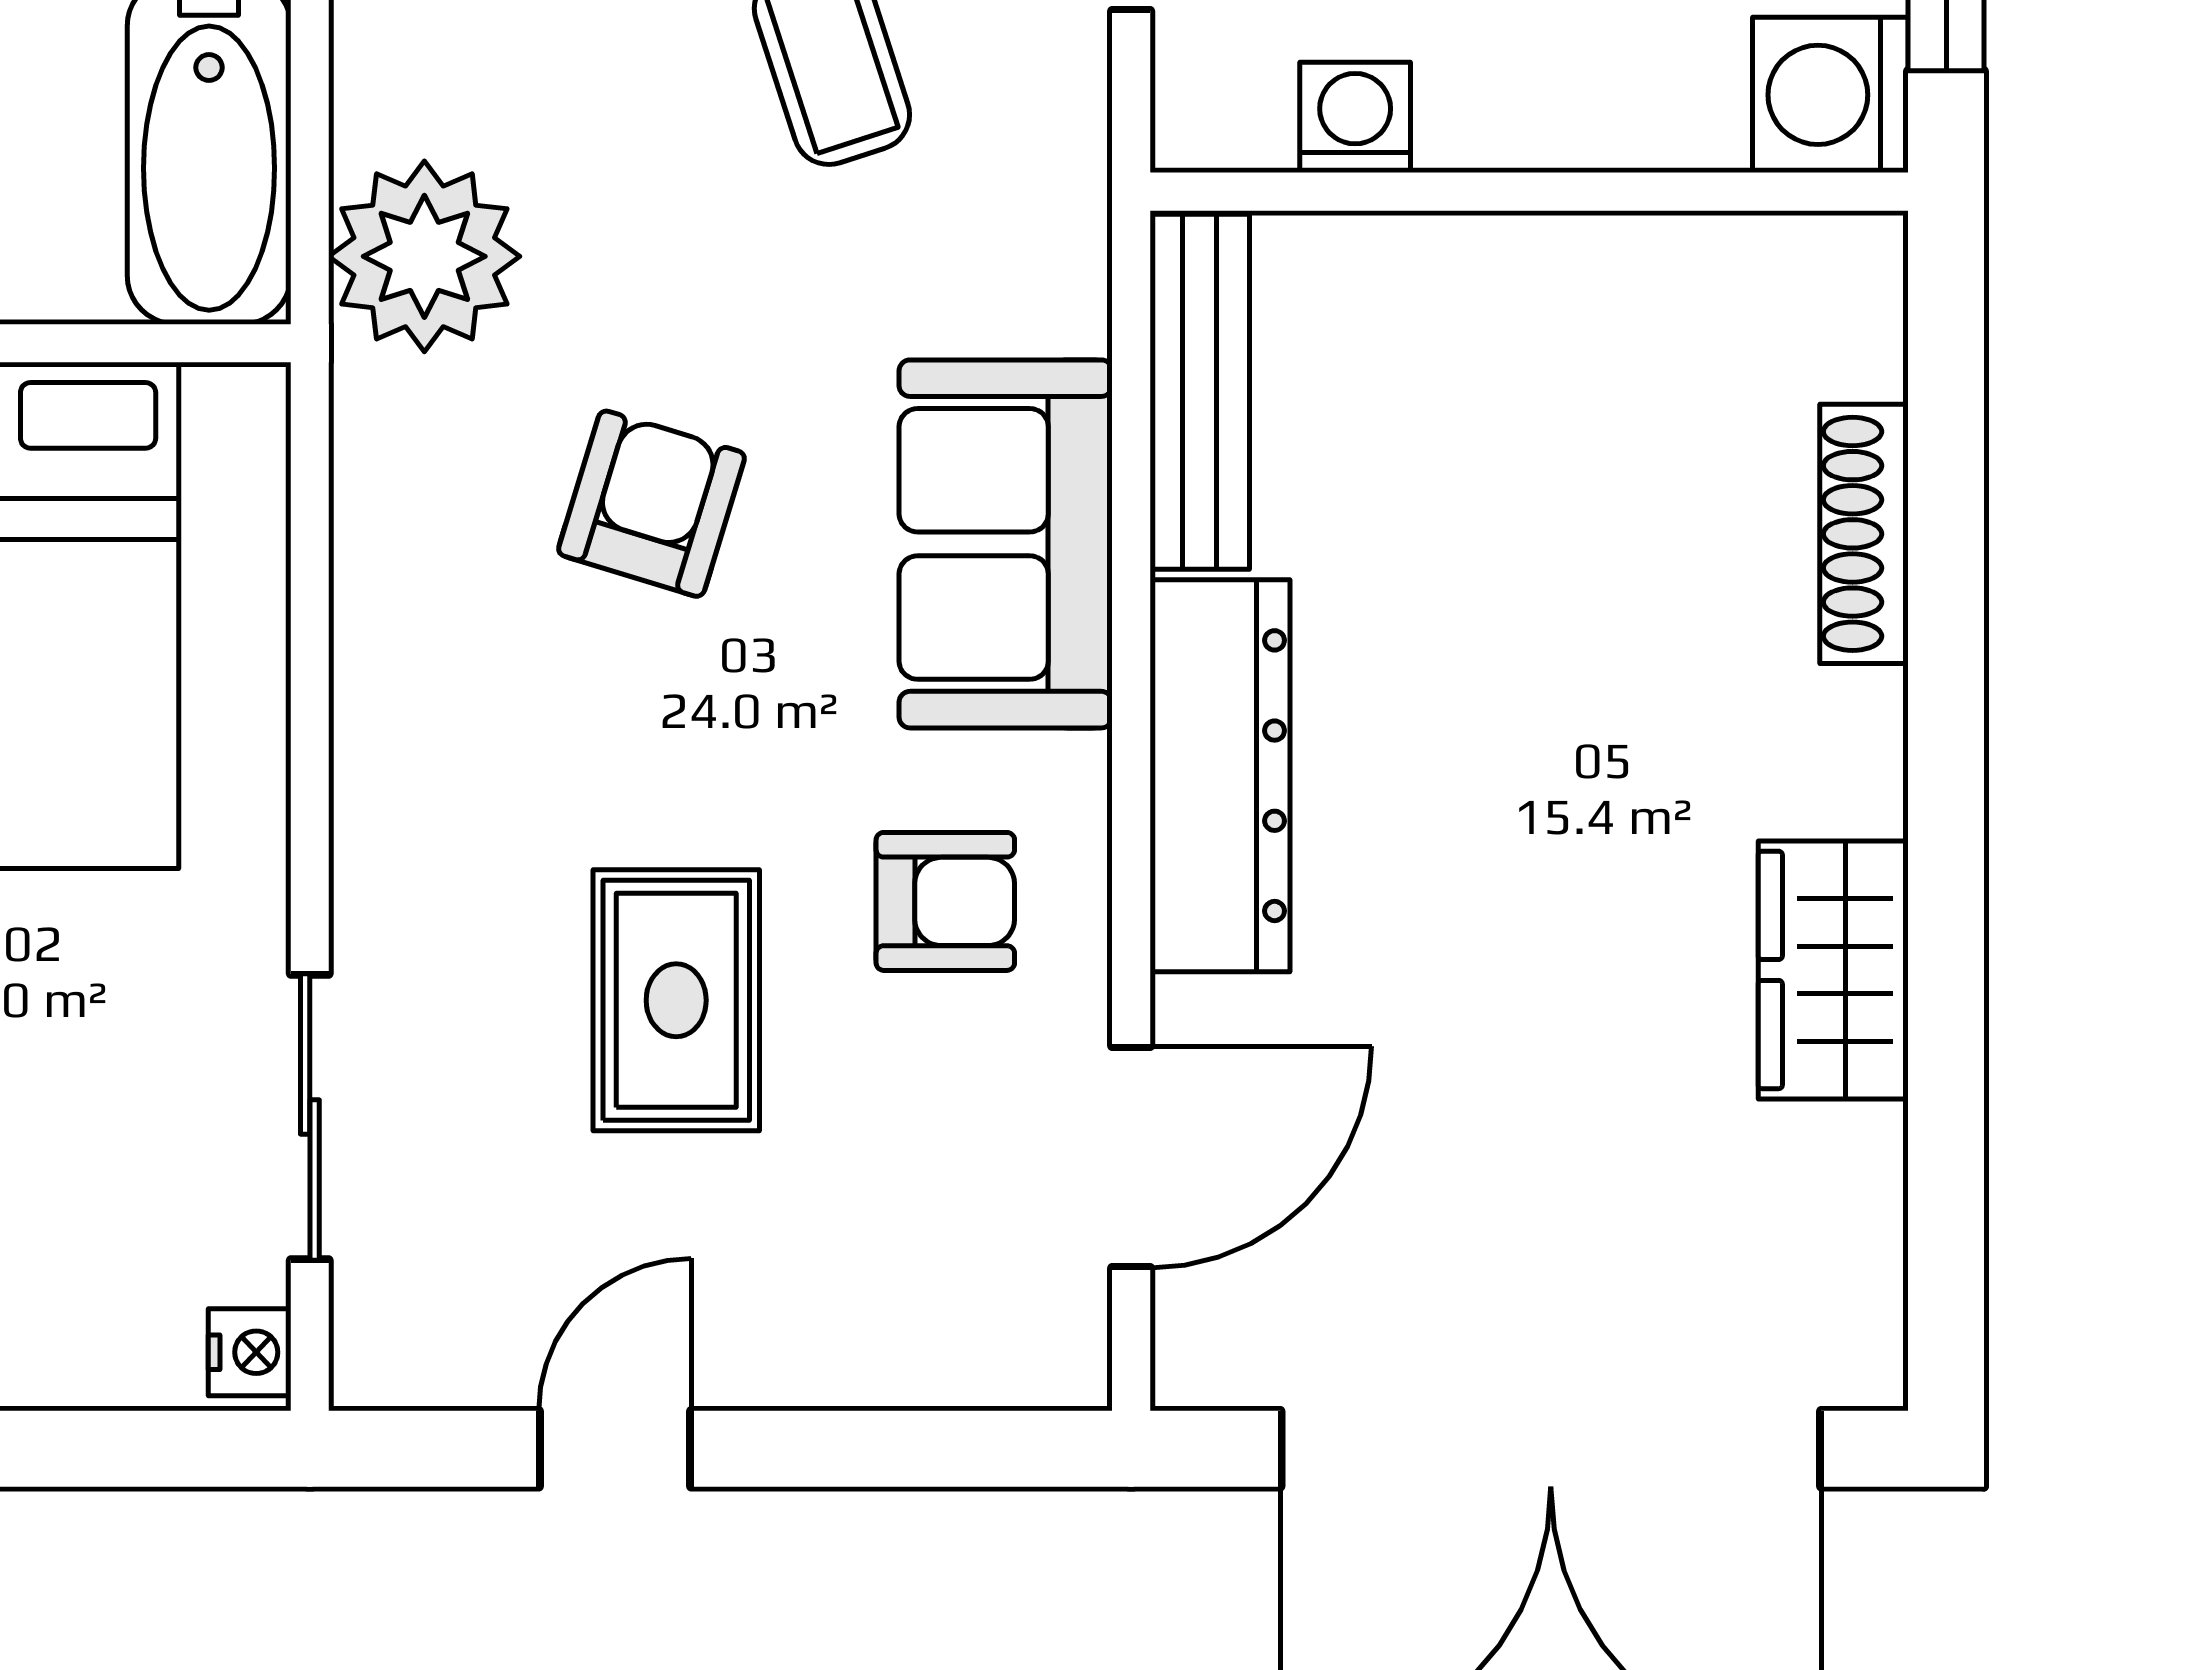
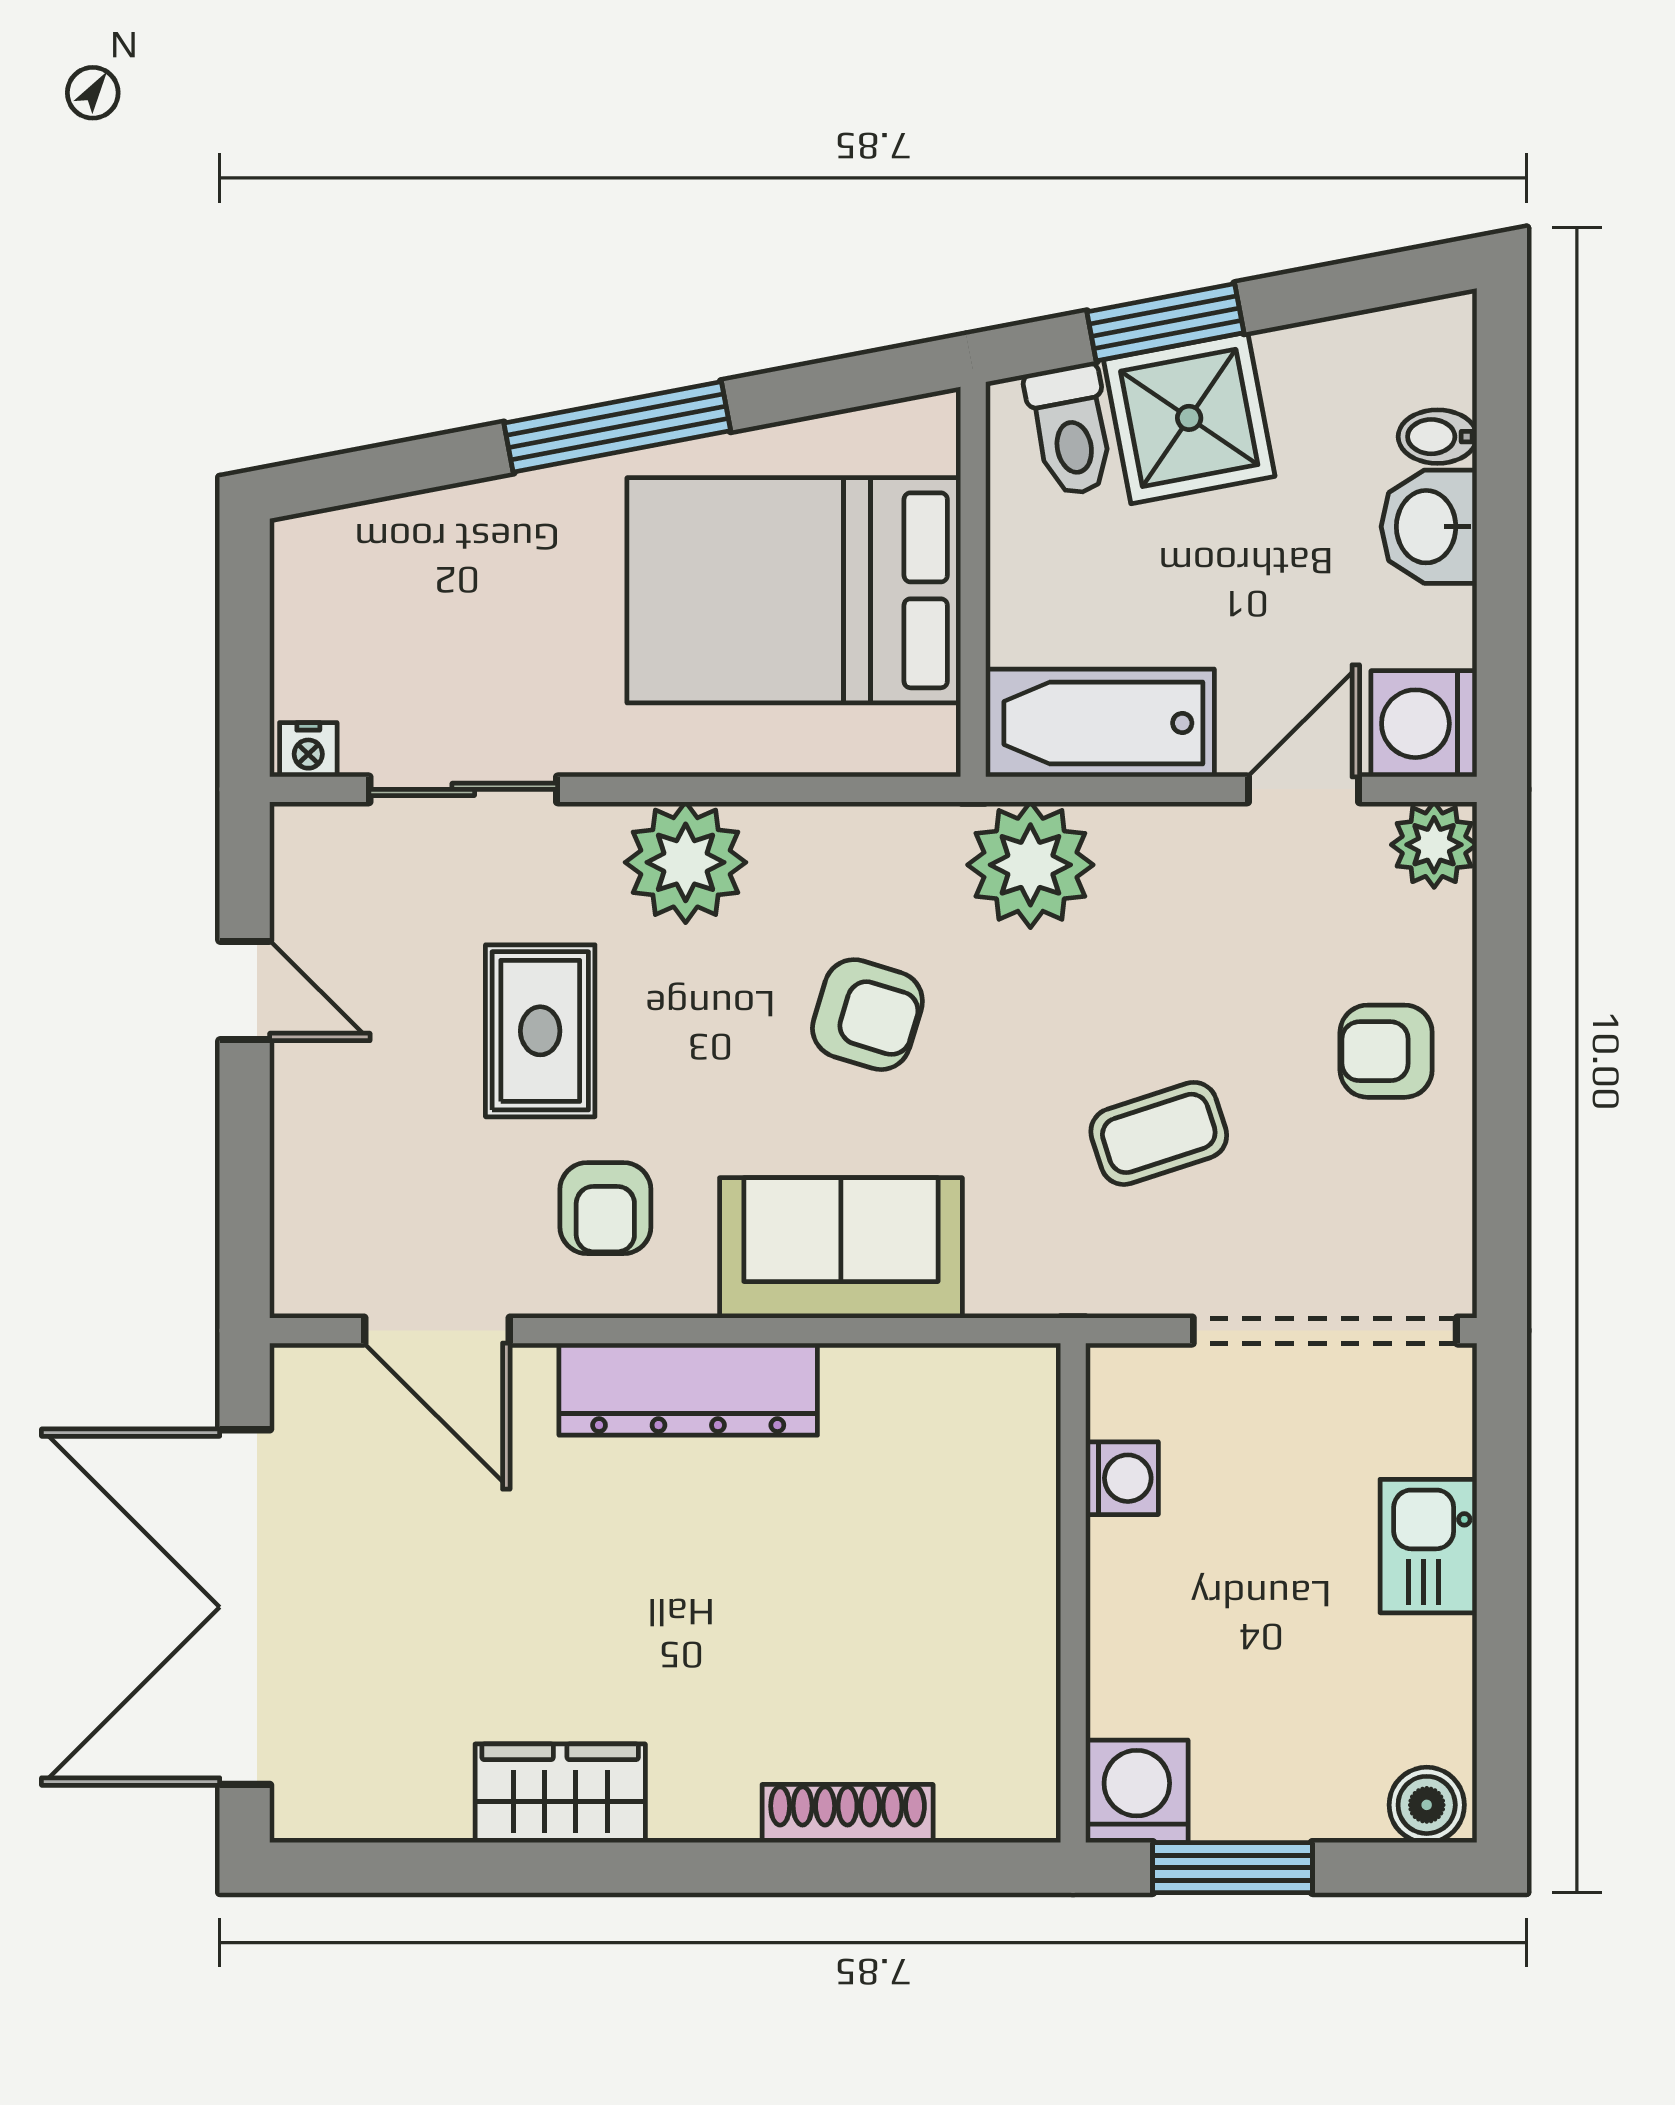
bench: (1200, 392) -> (941, 1376), removed
plant: (421, 780) -> (686, 862), added
rug: (676, 1000) -> (540, 1031), turned 90

